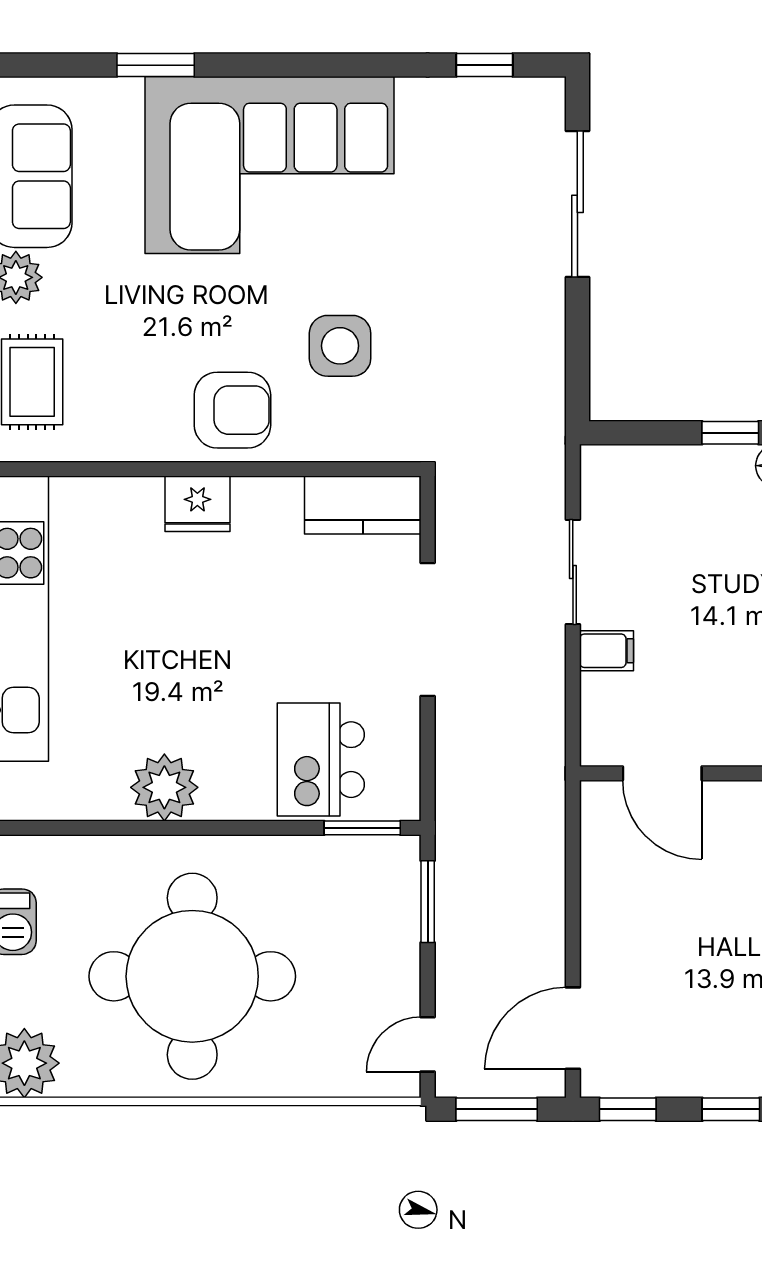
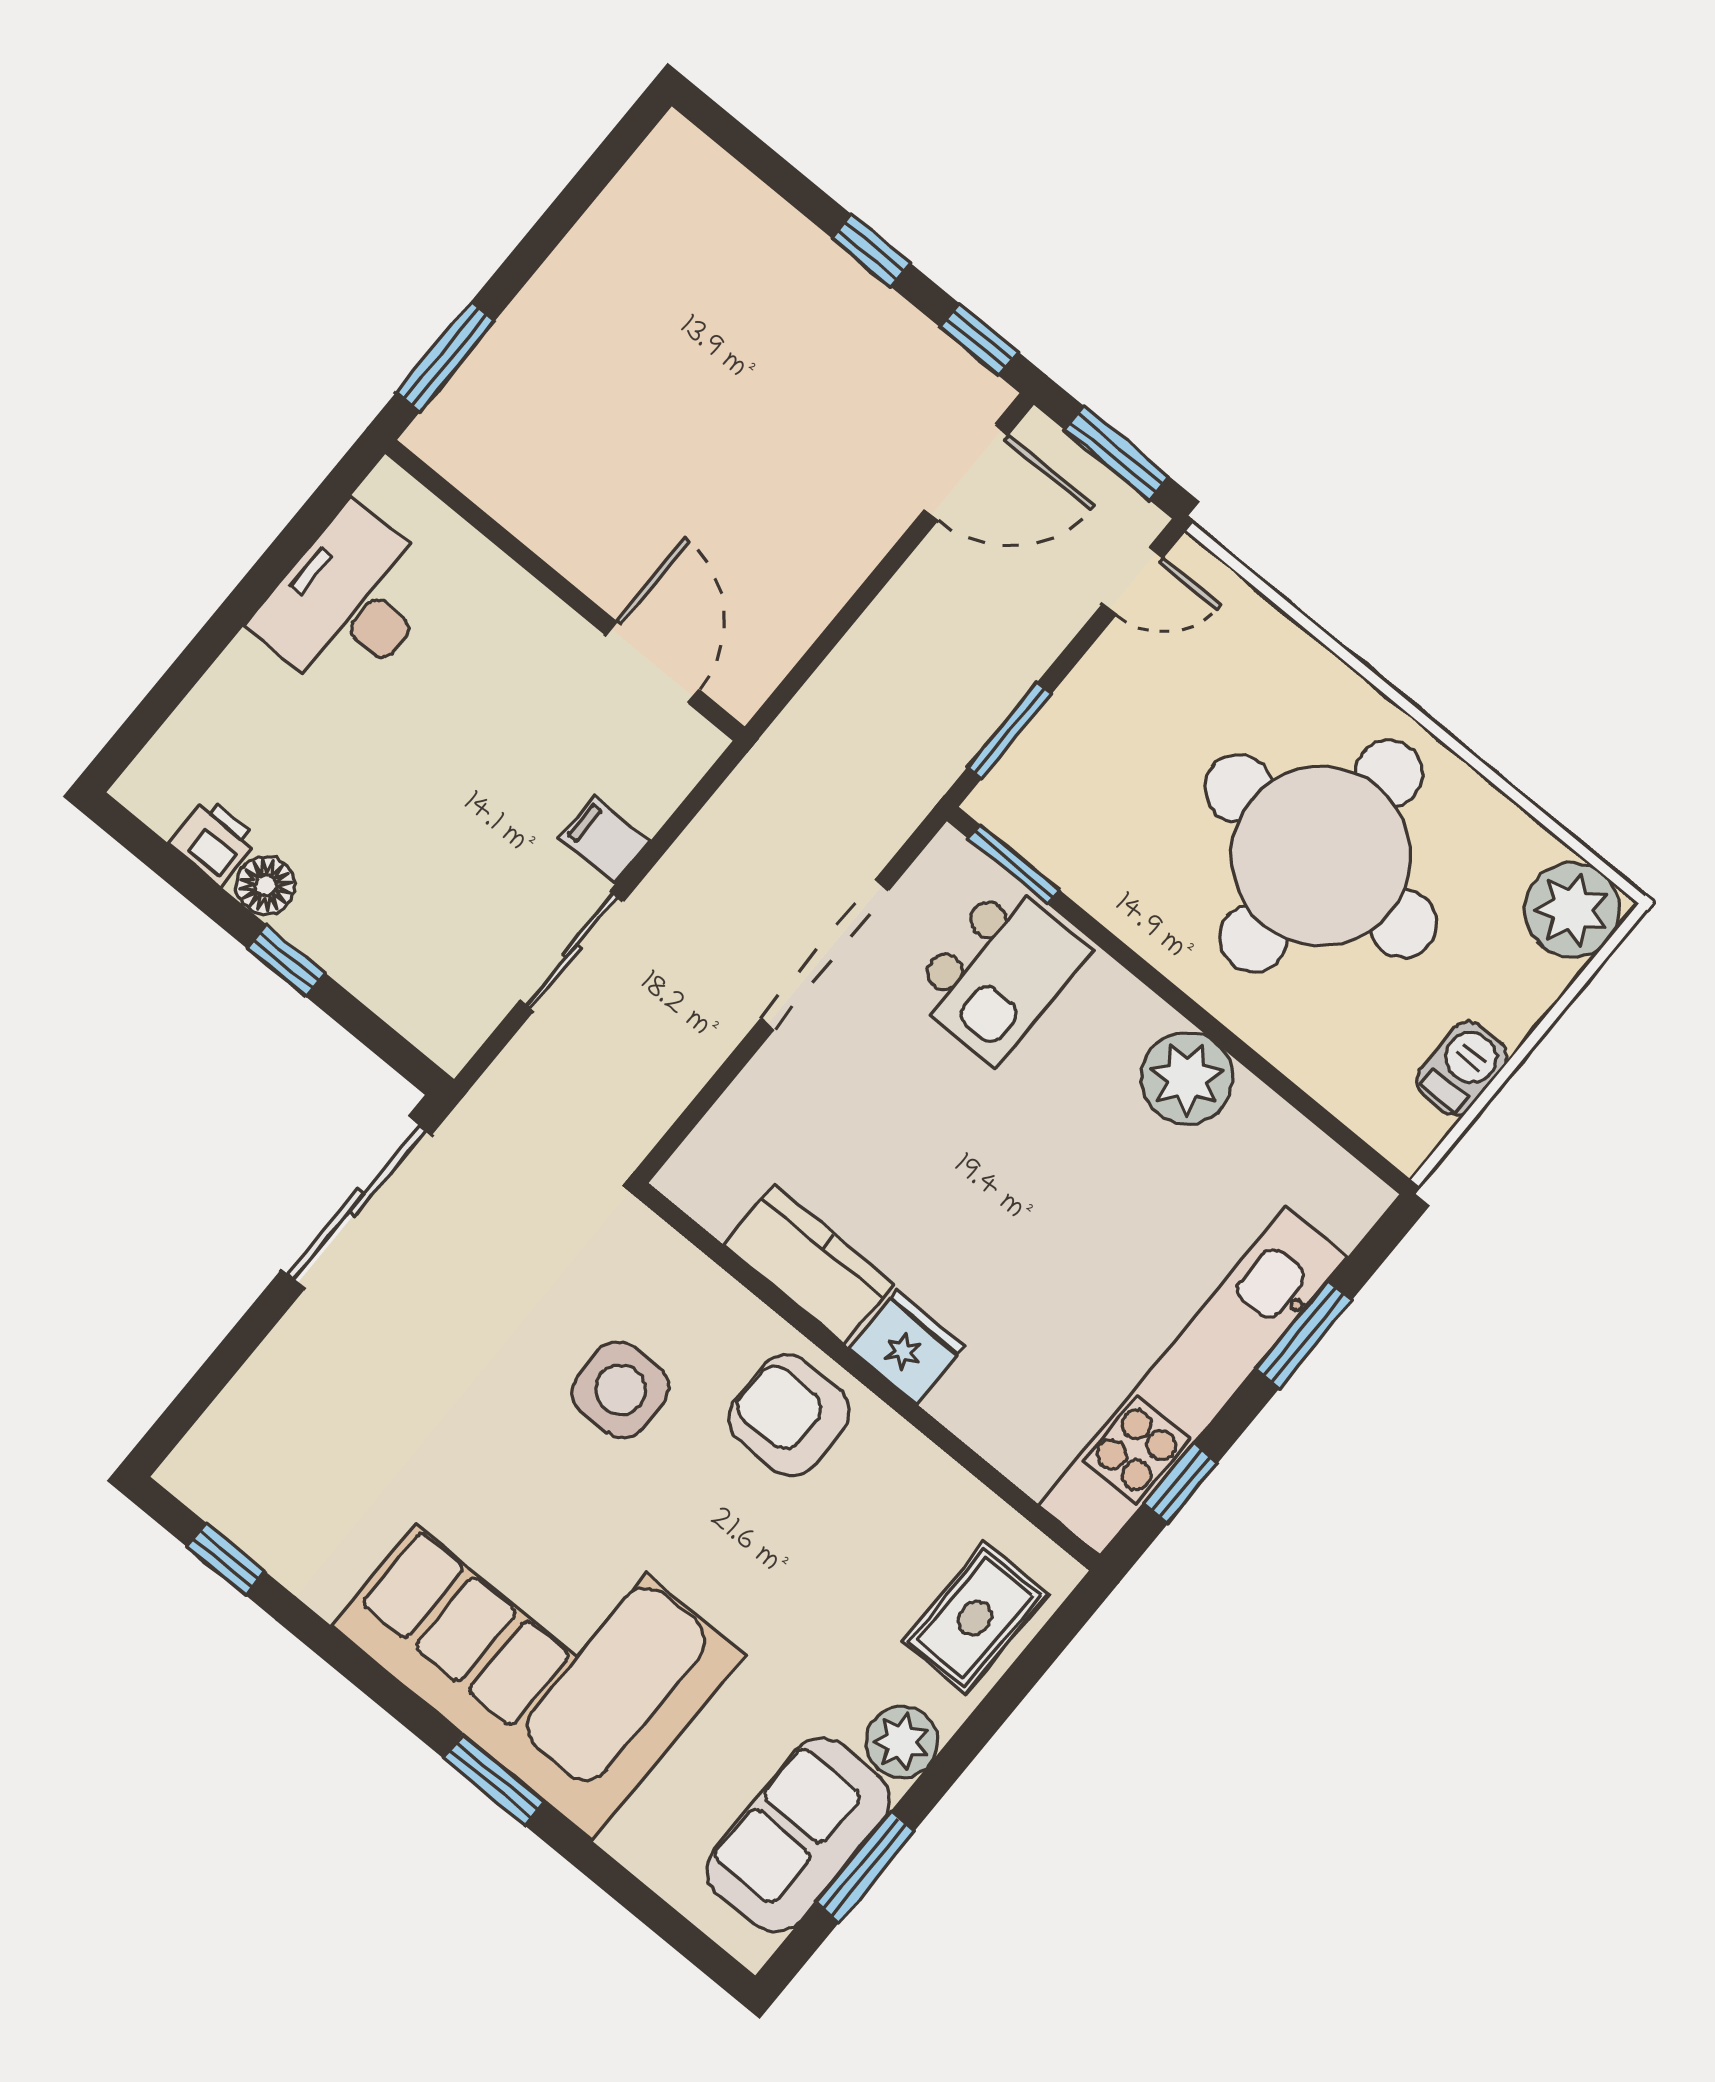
window: (156, 65) -> (494, 1780), moved
sliding door: (577, 204) -> (357, 1202), moved
kitchen counter: (363, 505) -> (809, 1264), moved
doorway: (428, 629) -> (825, 955), moved

